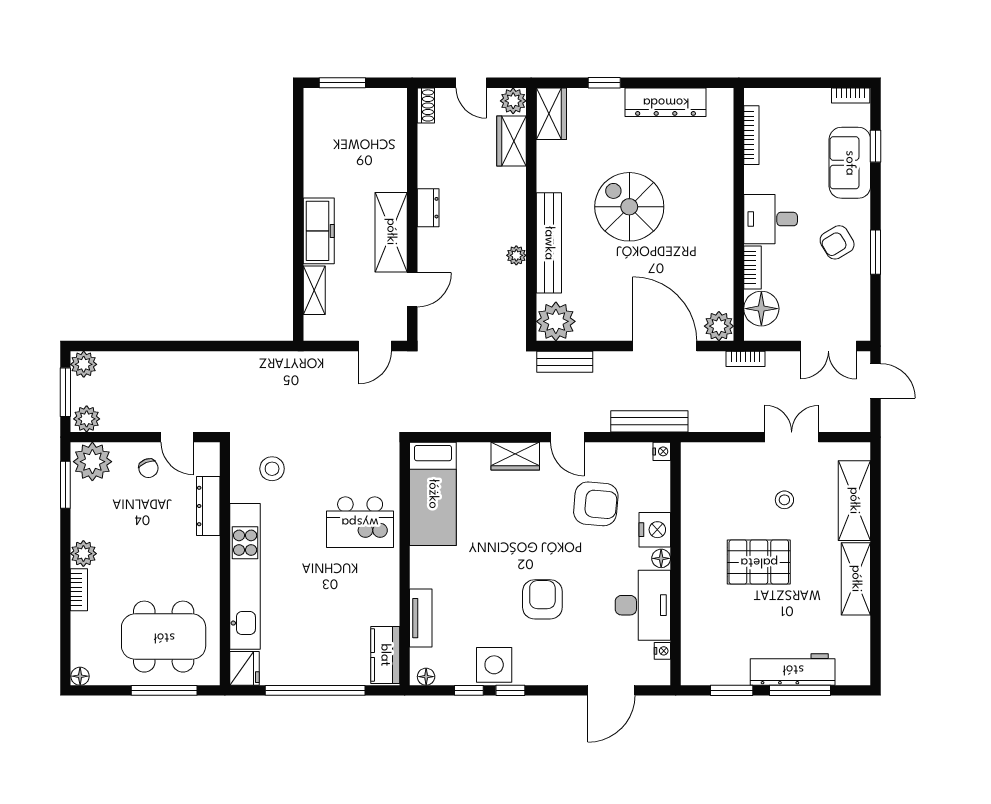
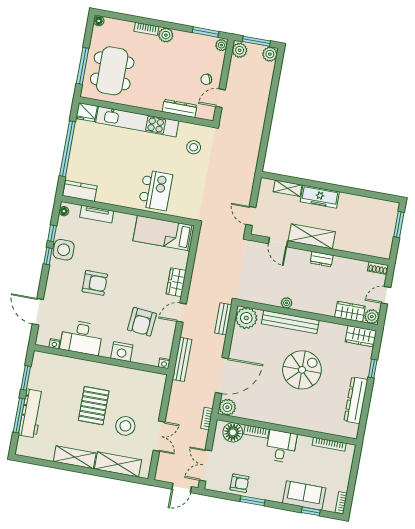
armchair: (837, 242) -> (240, 483), moved, turned 121
plant: (92, 462) -> (221, 45), width x0.53, depth x0.53
stool: (784, 500) -> (125, 426), width x1.89, depth x1.89
kitchen island: (360, 522) -> (155, 190), turned 180
floor lamp: (661, 558) -> (105, 352), removed

